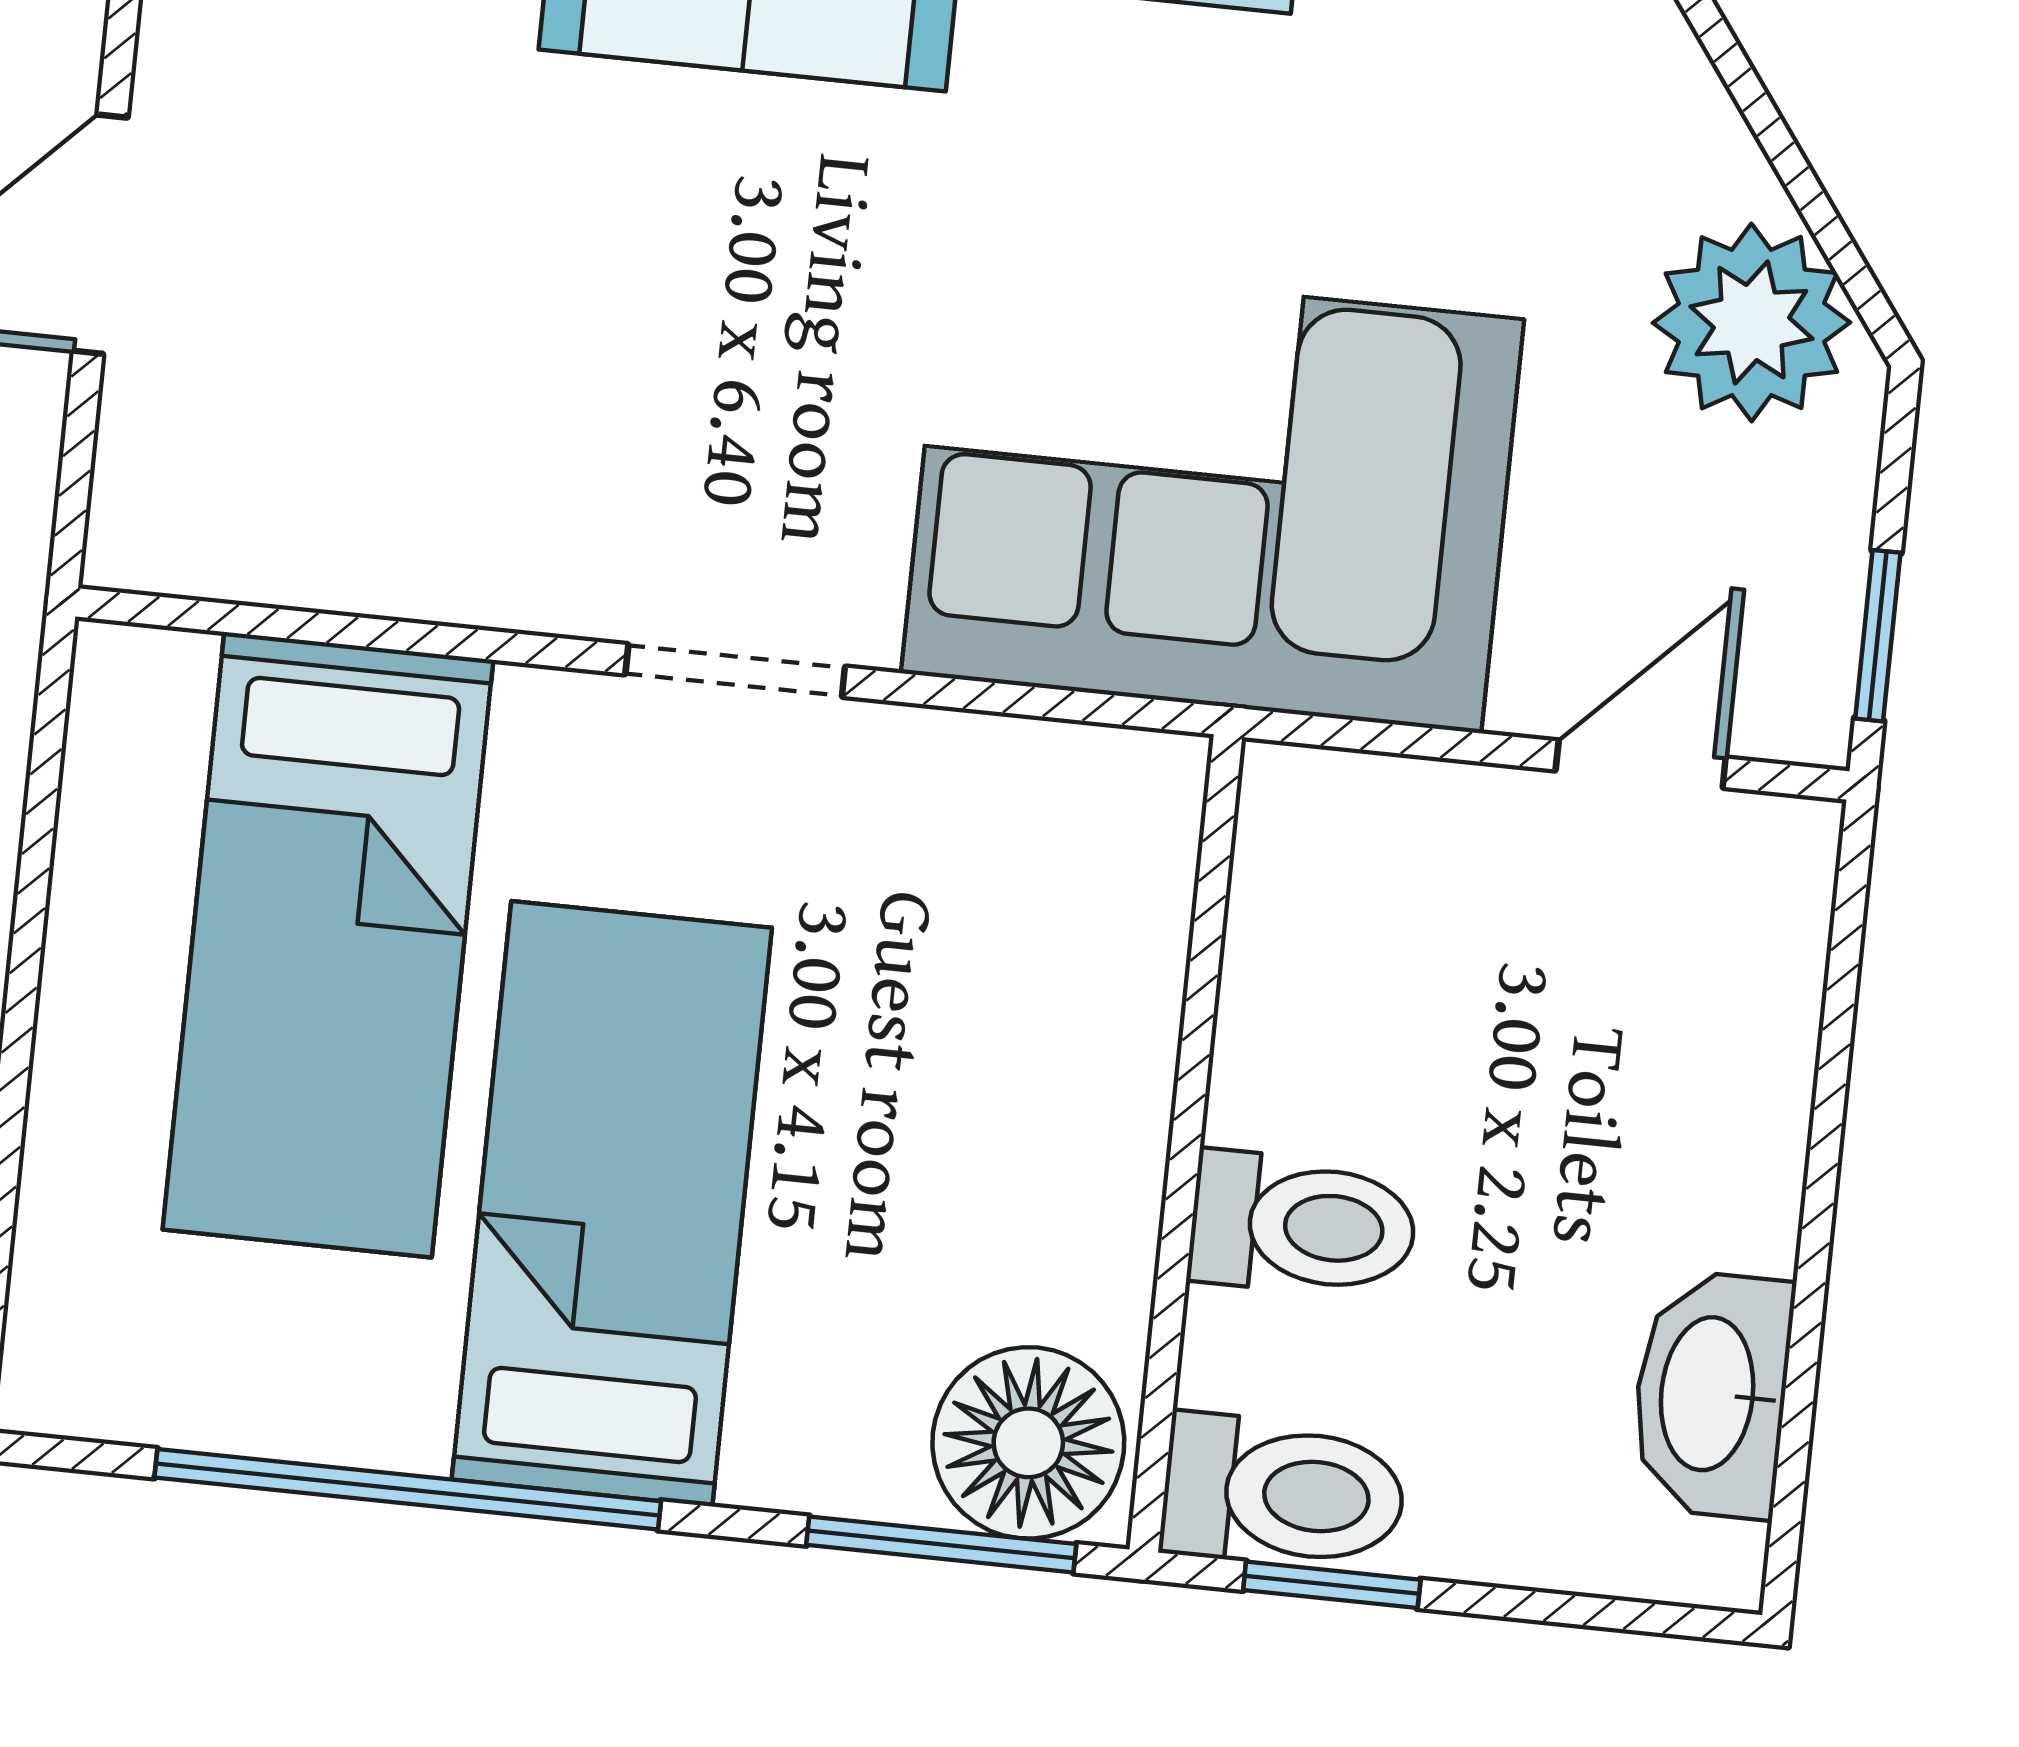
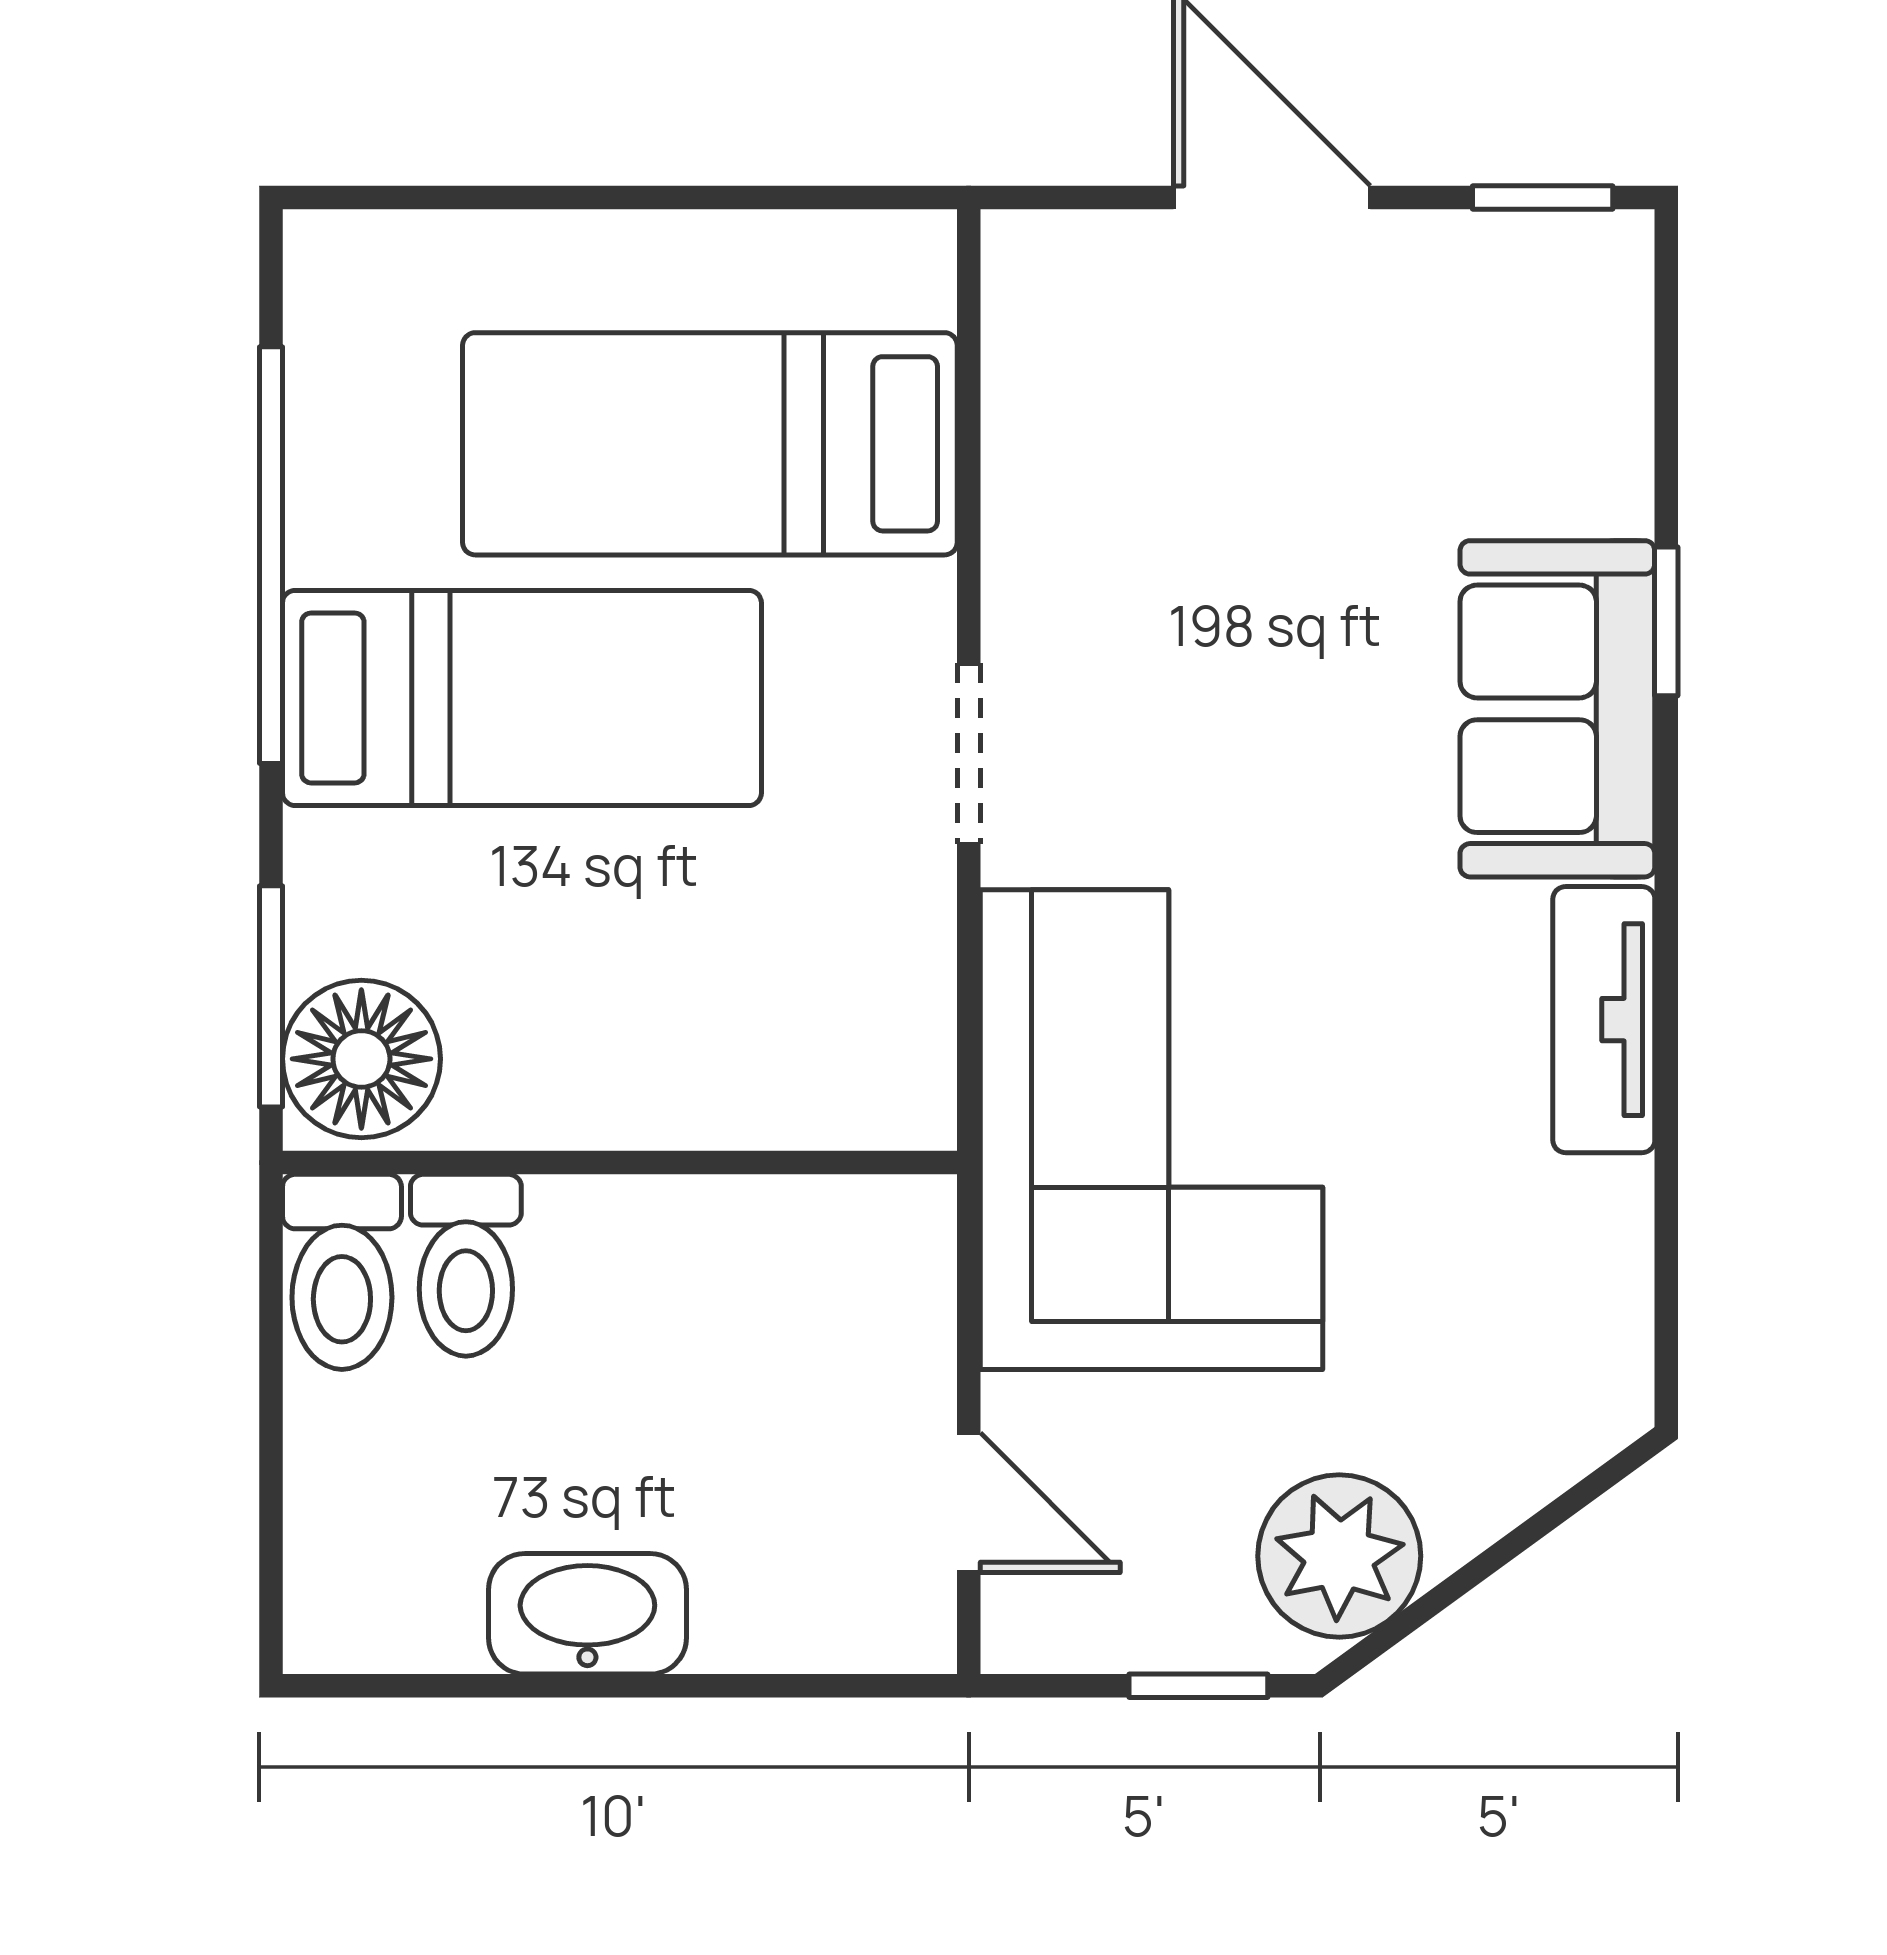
window: (1878, 636) -> (1198, 1686), moved
toilet: (1303, 1225) -> (466, 1265), moved
washbasin: (1711, 1394) -> (587, 1614), moved
window: (1332, 1585) -> (271, 1319), removed

